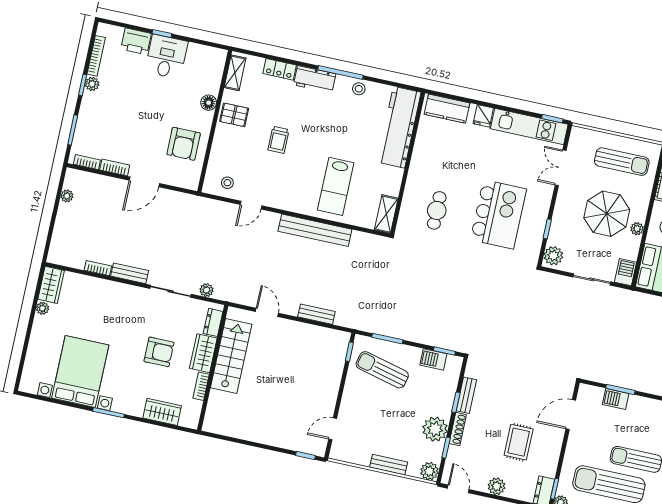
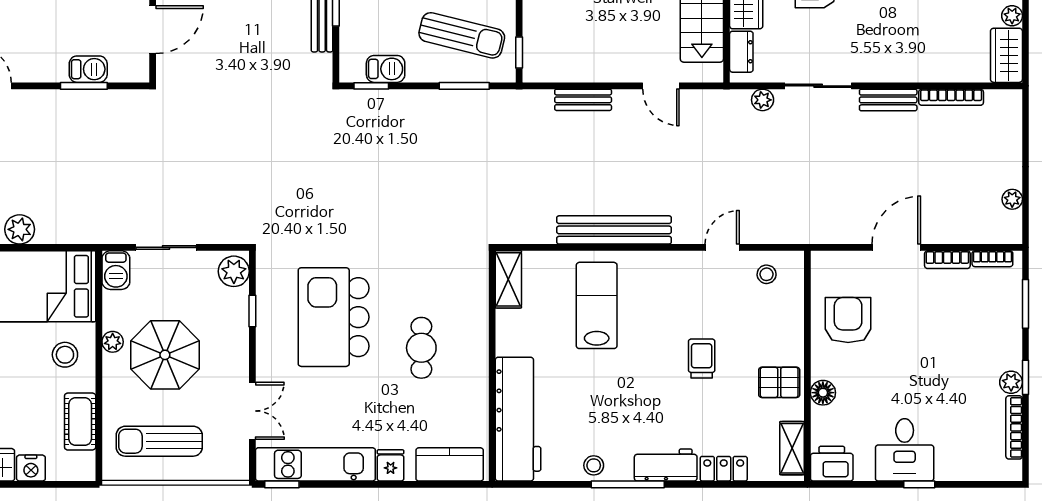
printer: (136, 41) -> (832, 464), moved
cafe table: (437, 210) -> (421, 348), moved
bookcase: (98, 268) -> (951, 97), width x1.56

